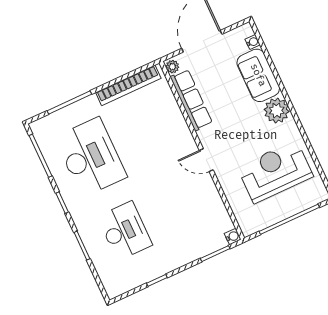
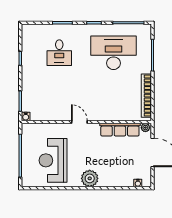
sofa: (258, 75) -> (116, 177), removed
desk: (91, 157) -> (114, 53), turned 180
door: (206, 160) -> (79, 122), hinge flipped
reception desk: (275, 172) -> (53, 160), turned 180
desk: (125, 231) -> (59, 53), width x0.73

